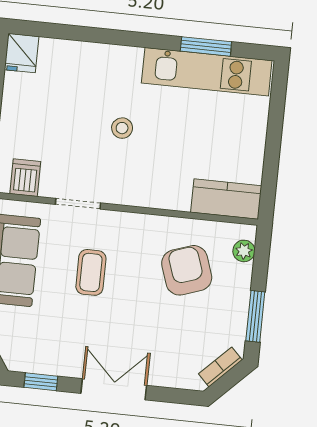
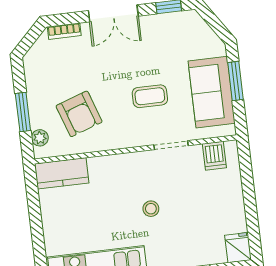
coffee table: (91, 272) -> (150, 96), turned 90
window: (255, 316) -> (23, 112), moved
bookcase: (220, 367) -> (64, 31), moved, turned 45

